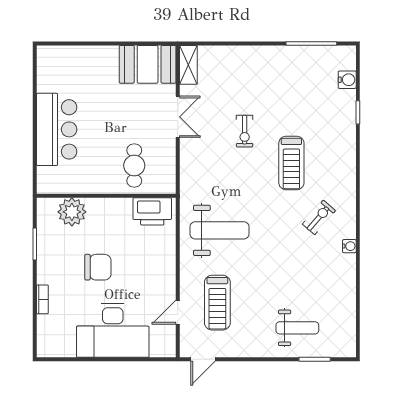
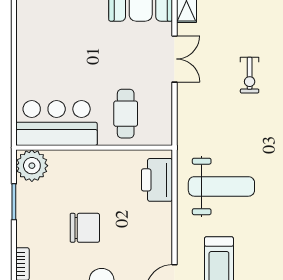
bar counter: (57, 129) -> (57, 123), moved, turned -90
printer: (152, 211) -> (157, 180), moved, turned 90
plant: (72, 212) -> (32, 166), moved

